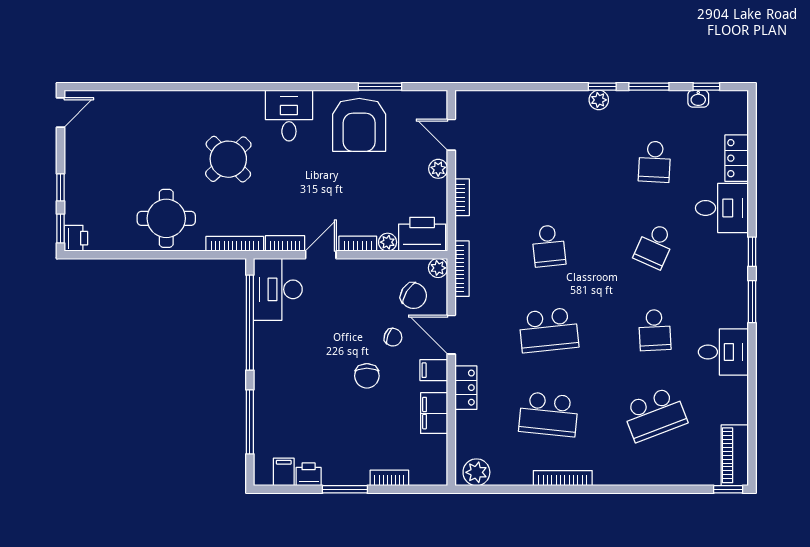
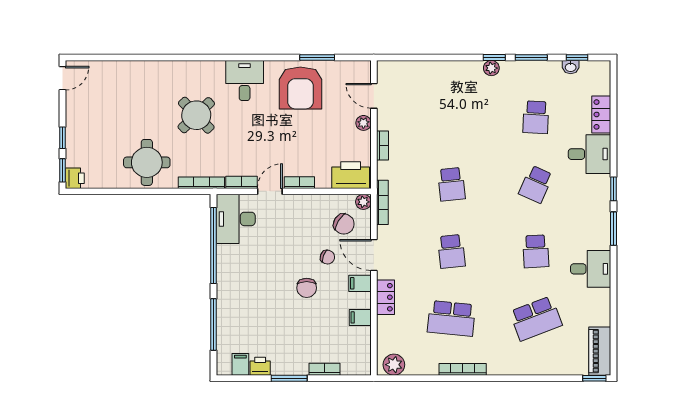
plant: (388, 242) -> (323, 181), removed
school desk: (549, 330) -> (451, 251), width x0.54
filing cabinet: (434, 413) -> (360, 317), width x0.50

